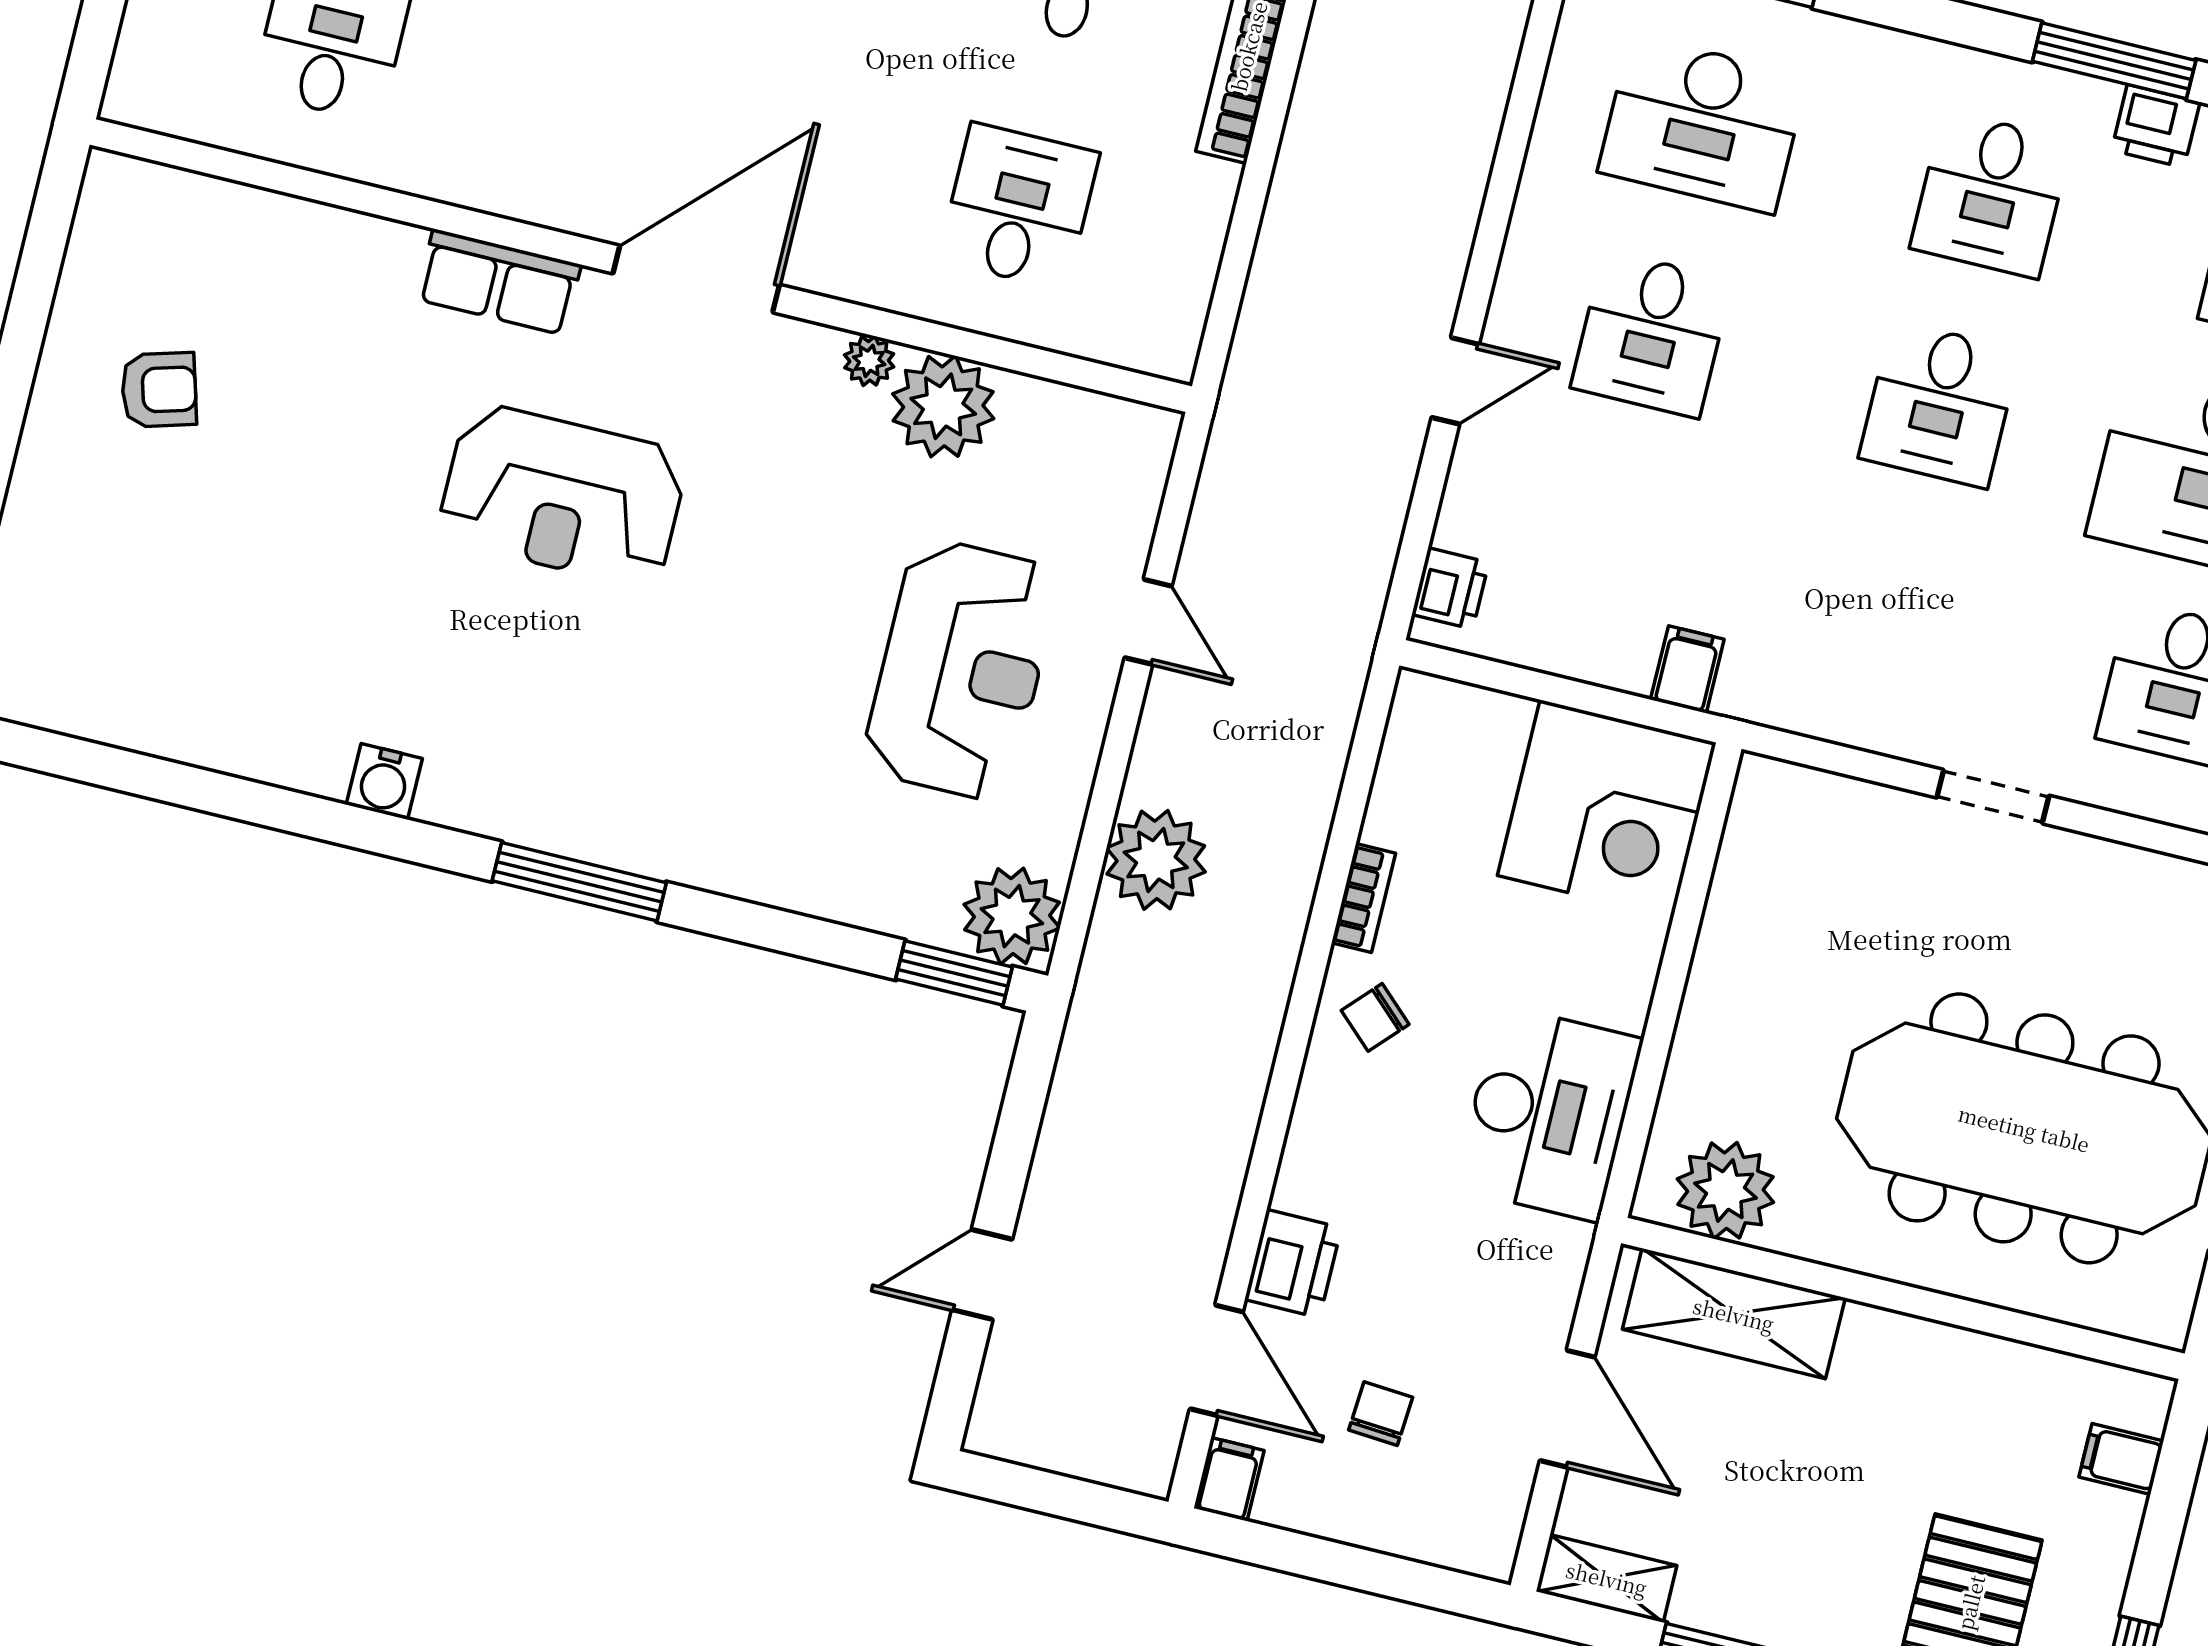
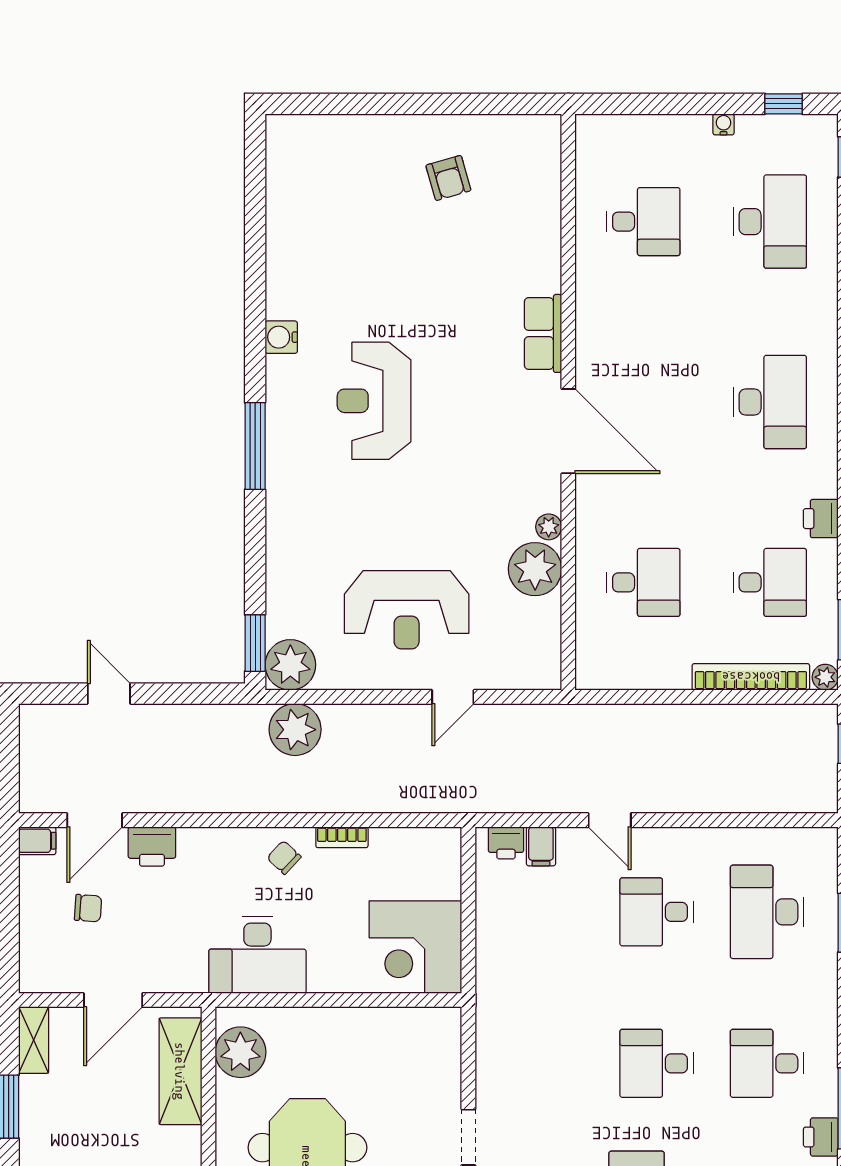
reception desk: (563, 495) -> (374, 401), moved
filing cabinet: (1687, 669) -> (541, 846), moved, turned 90
plant: (1156, 860) -> (295, 730), moved

